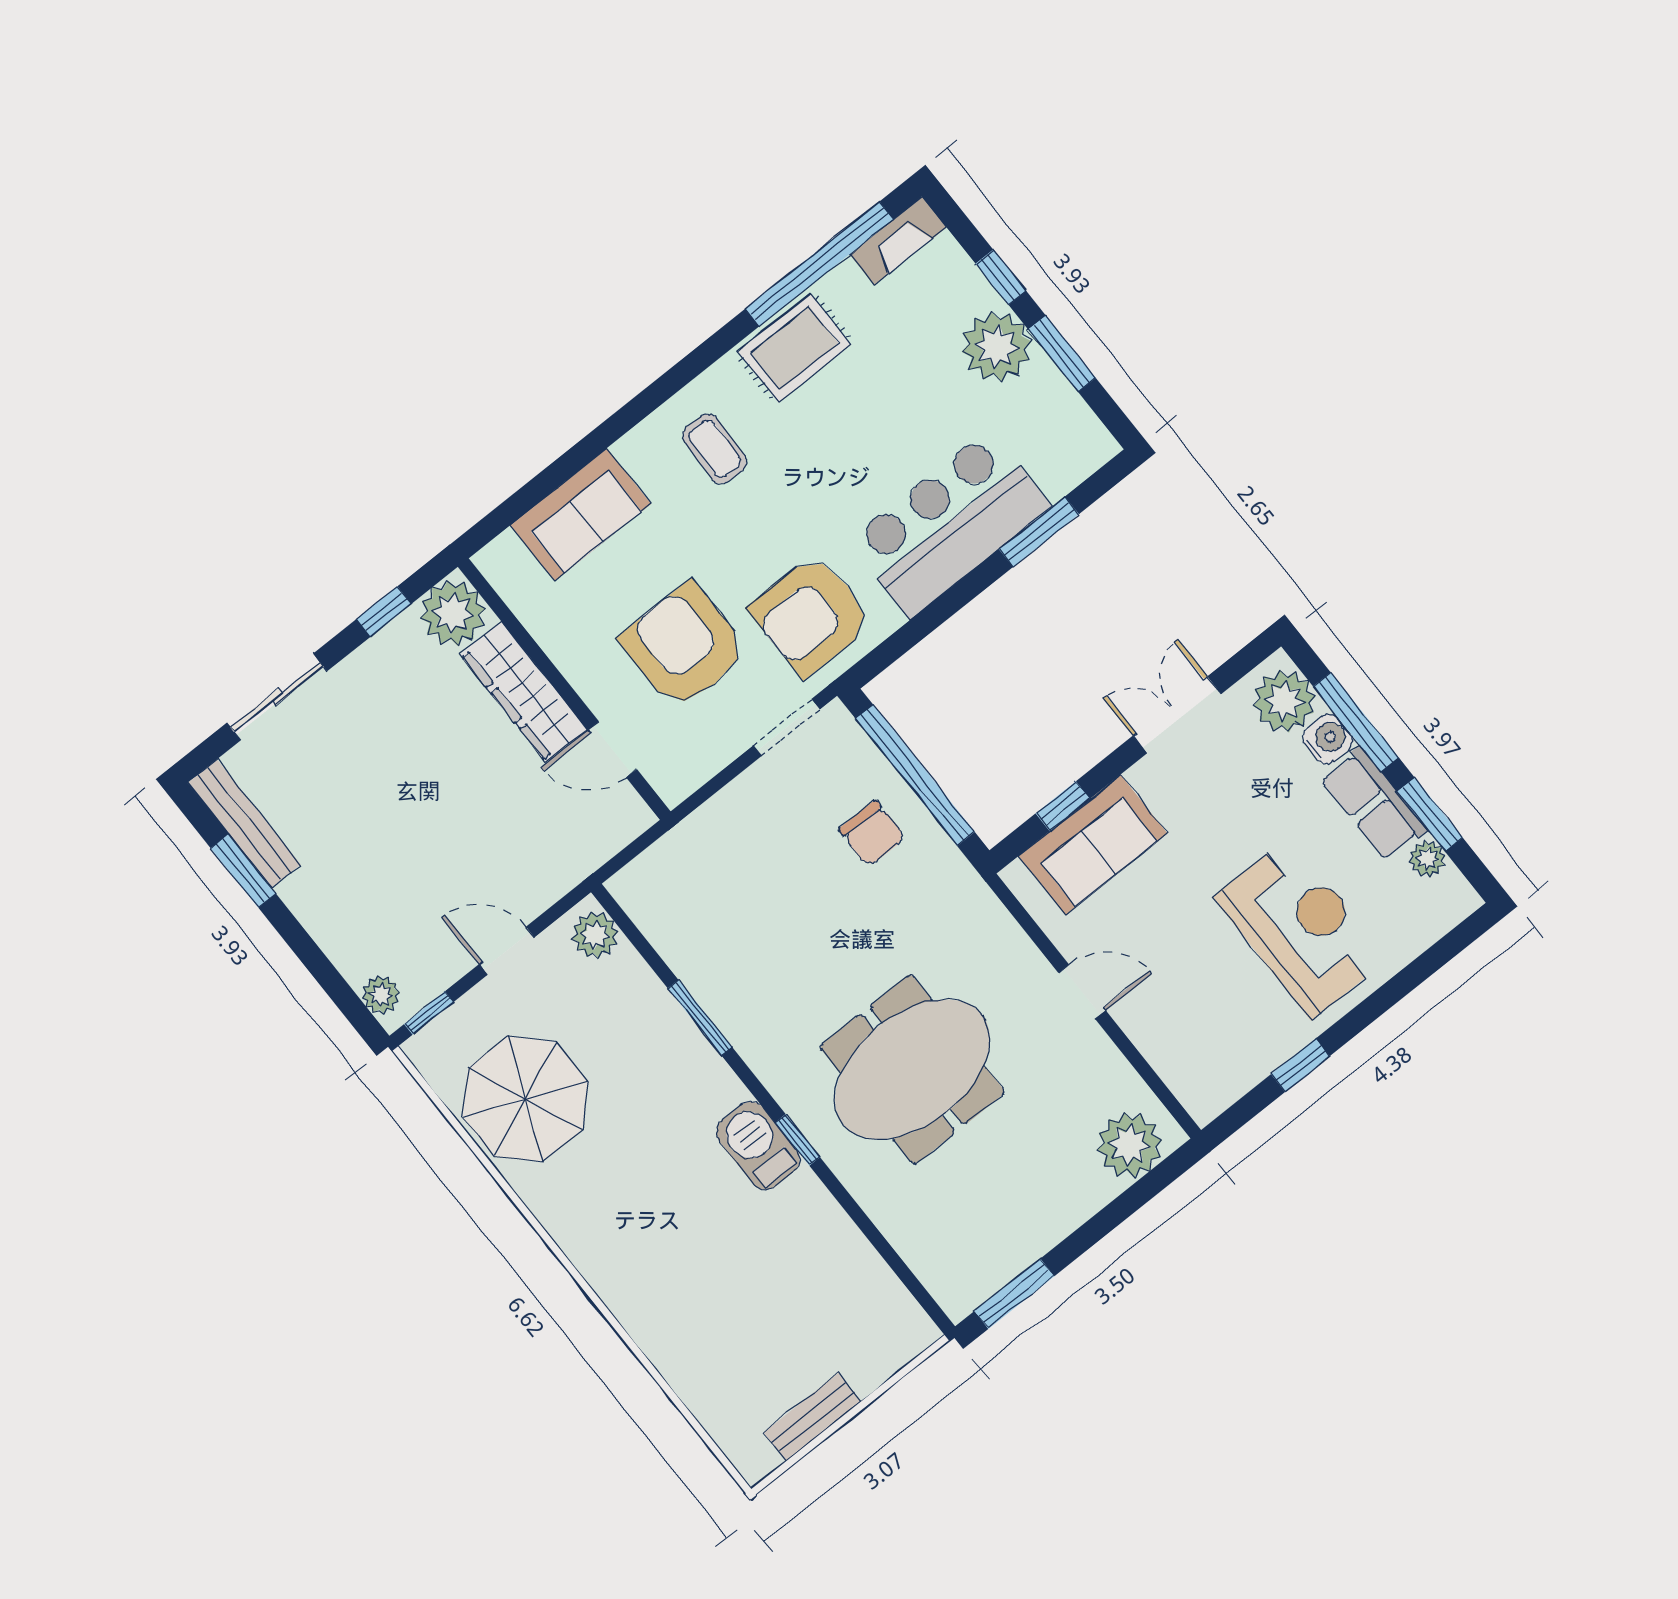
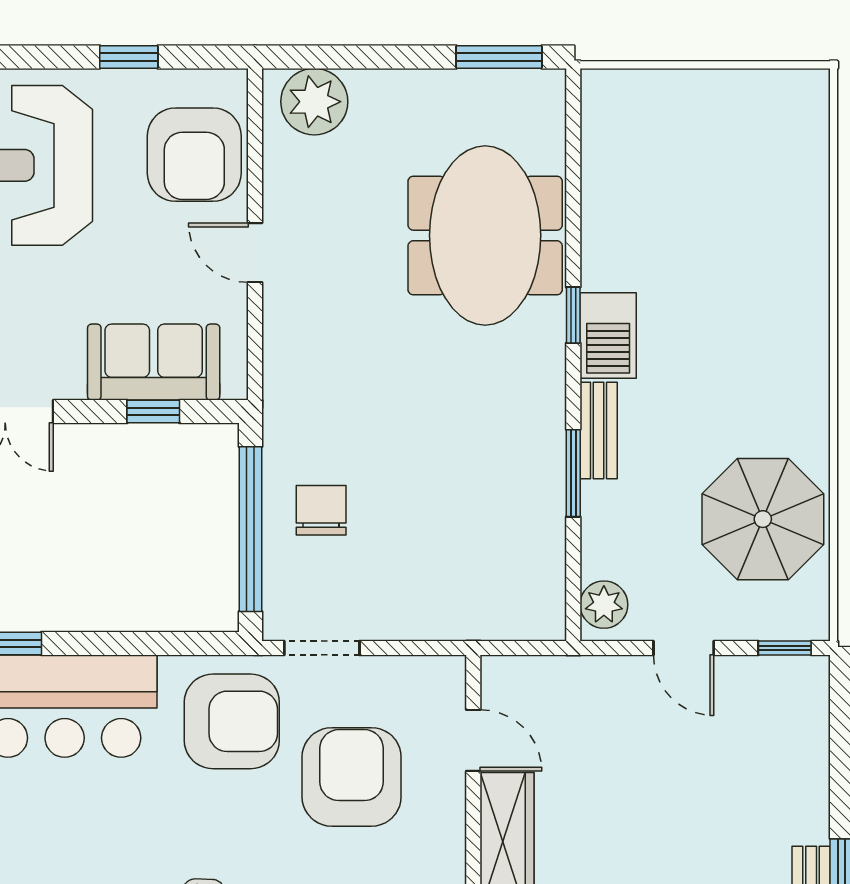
armchair: (684, 646) -> (352, 777), turned 180
plant: (381, 995) -> (811, 693), removed
armchair: (1190, 1030) -> (194, 155), added
meeting table: (912, 1069) -> (485, 235), moved, turned 90
bench: (812, 1417) -> (599, 430), moved, turned 90

